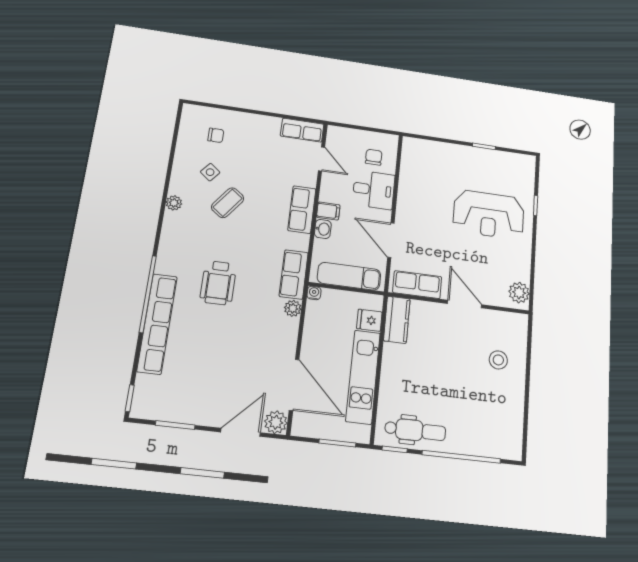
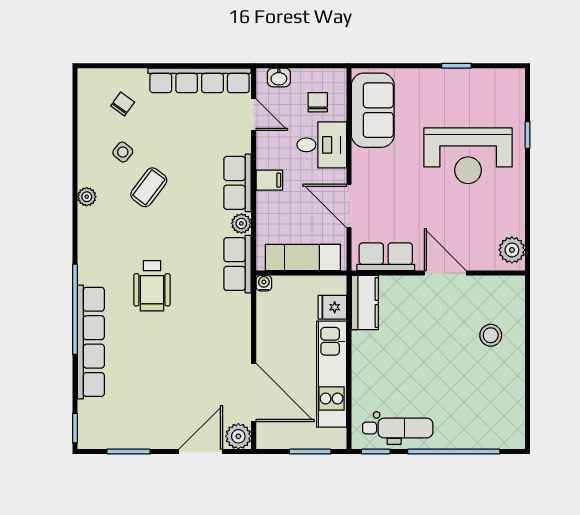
row of seats: (302, 130) -> (200, 80), width x2.02
chair: (216, 135) -> (123, 104), turned -54
sofa: (417, 169) -> (373, 110), added
washbasin: (323, 229) -> (279, 77), moved, turned 90
plant: (293, 308) -> (241, 223), moved

